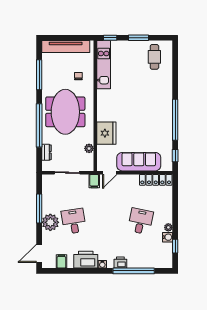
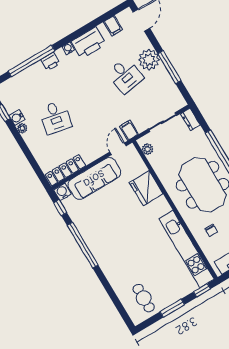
kitchen unit: (104, 65) -> (186, 249), width x1.36
plant: (89, 148) -> (148, 149), moved
dresser: (46, 152) -> (190, 119), moved
water cooler: (167, 166) -> (62, 192), added

